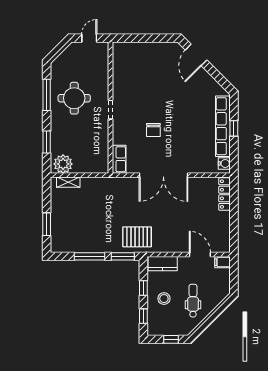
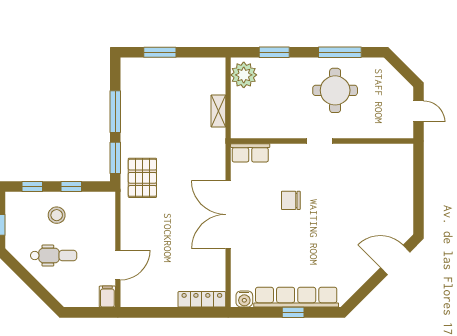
shelving: (68, 182) -> (218, 111), moved
kitchen counter: (163, 264) -> (105, 213), removed

